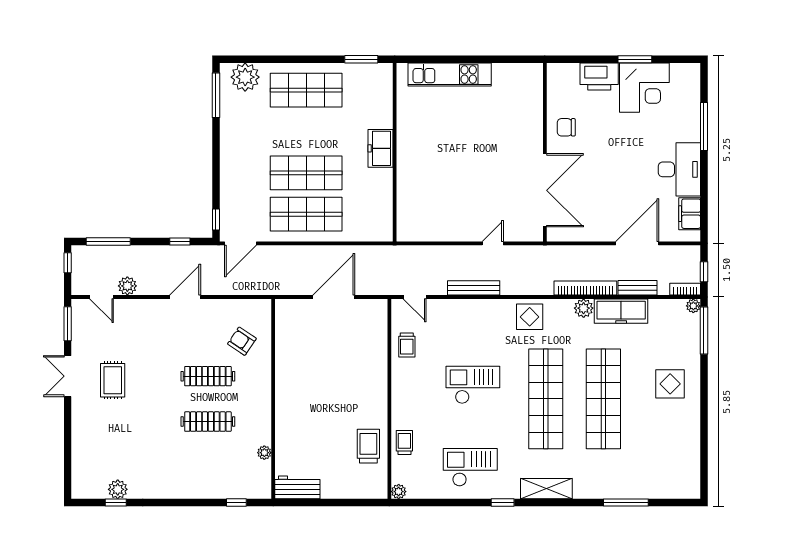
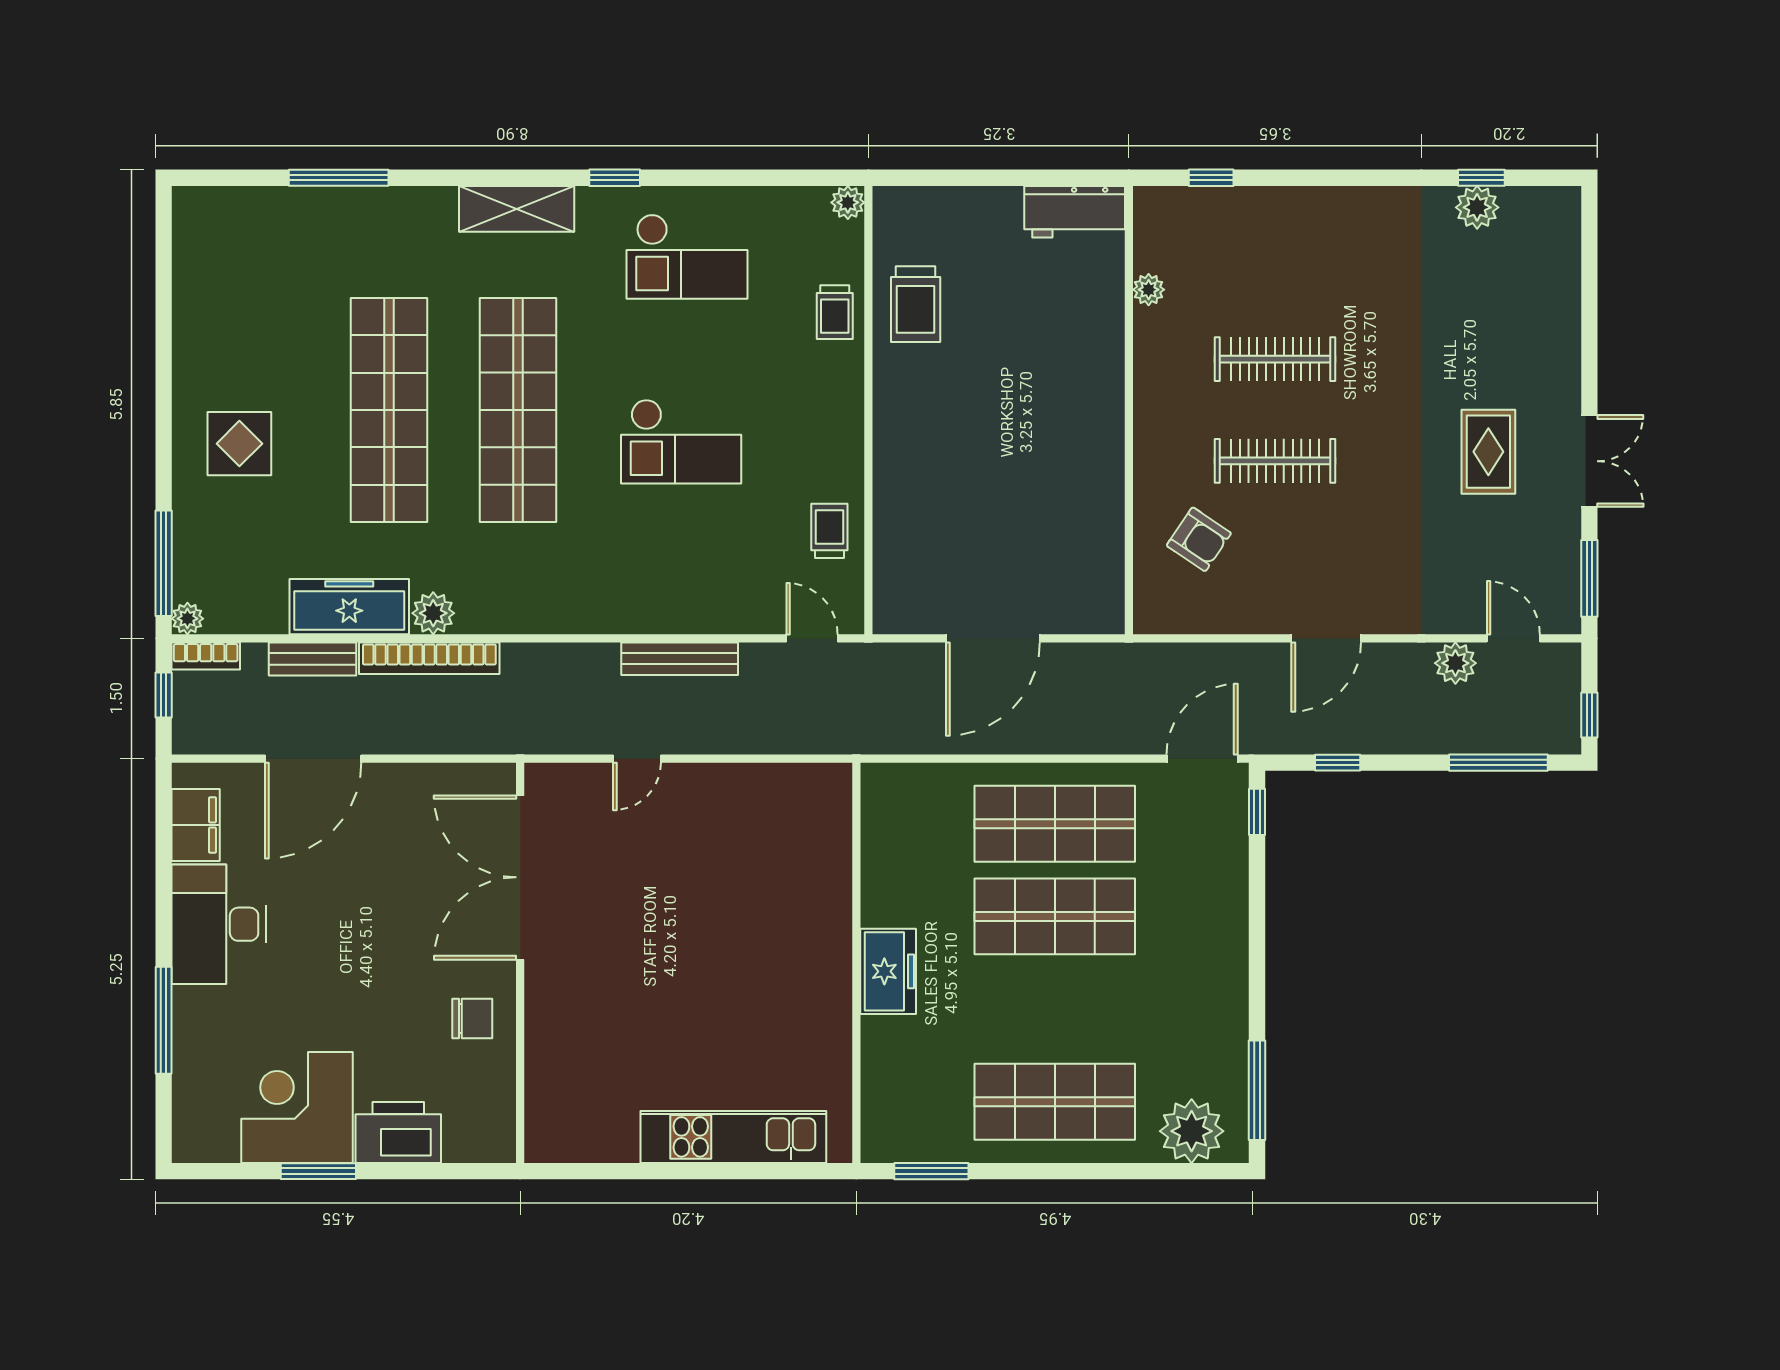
display table: (530, 317) -> (554, 594), removed

